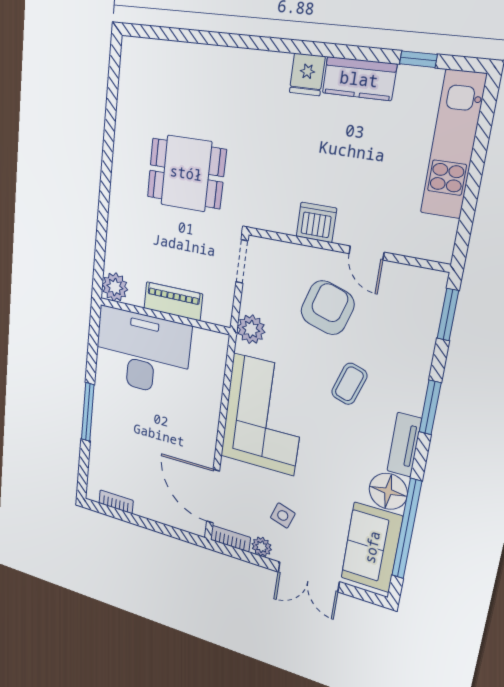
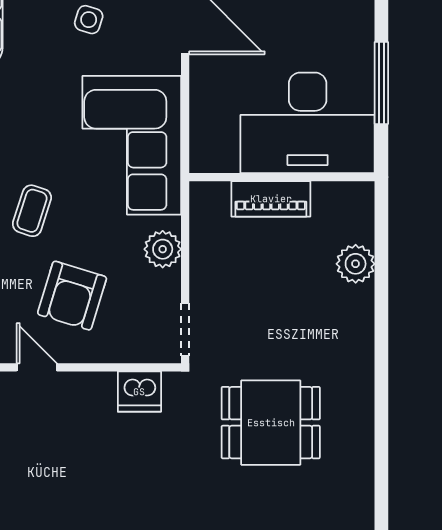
dishwasher: (316, 222) -> (139, 392), moved
piano: (173, 301) -> (271, 199), moved
wall: (164, 316) -> (282, 177), moved
desk: (142, 352) -> (308, 123), moved

